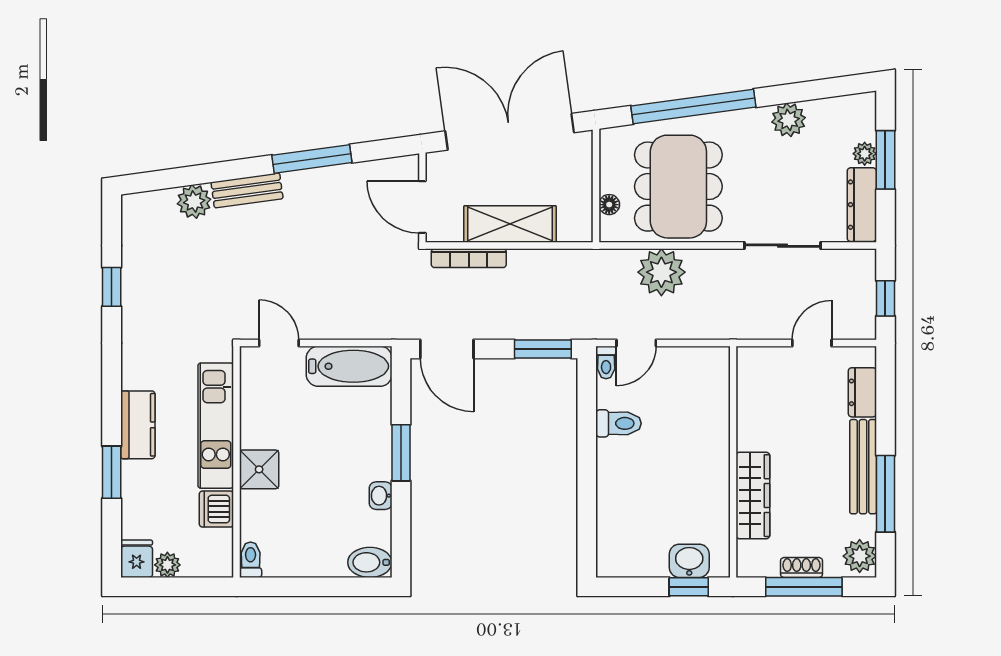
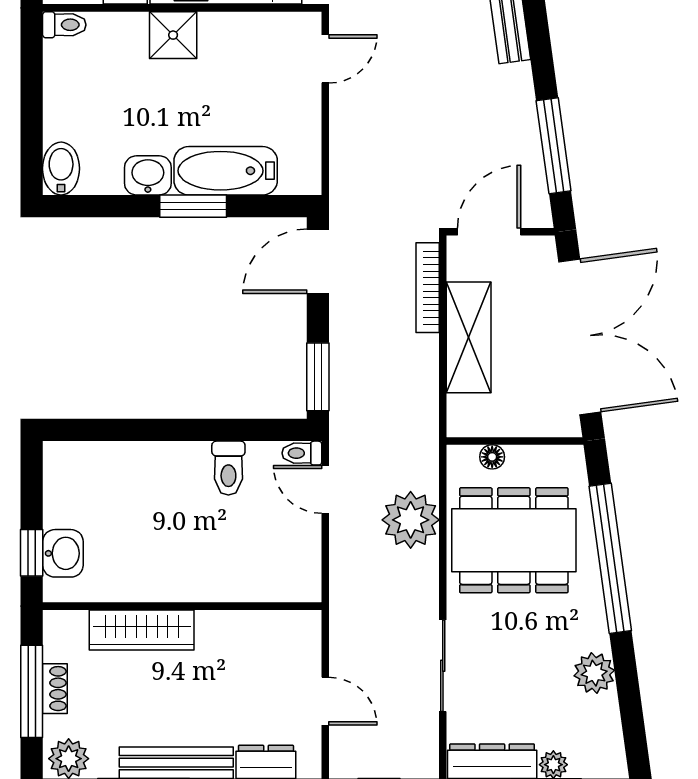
window: (312, 159) -> (554, 146), moved
bathtub: (349, 366) -> (226, 171), moved, turned 90
washbasin: (381, 496) -> (148, 175), width x1.38, depth x1.45

